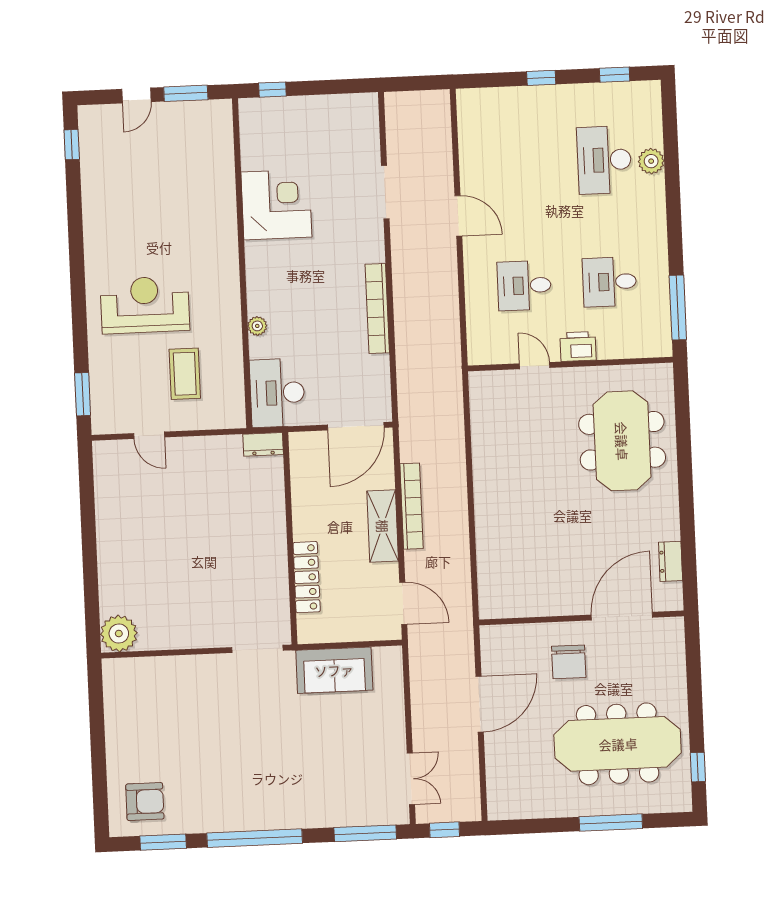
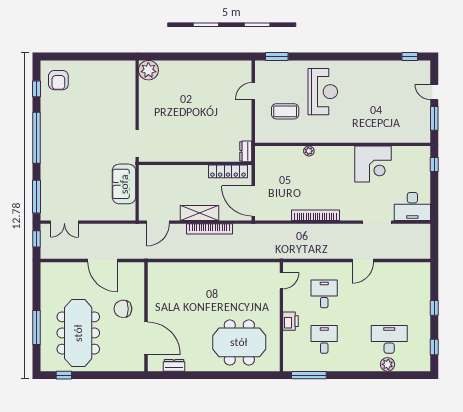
door: (535, 366) -> (281, 281), moved
desk: (277, 393) -> (412, 206), moved, turned 180
locker: (307, 577) -> (228, 171), moved
window: (163, 842) -> (36, 89), width x0.67

